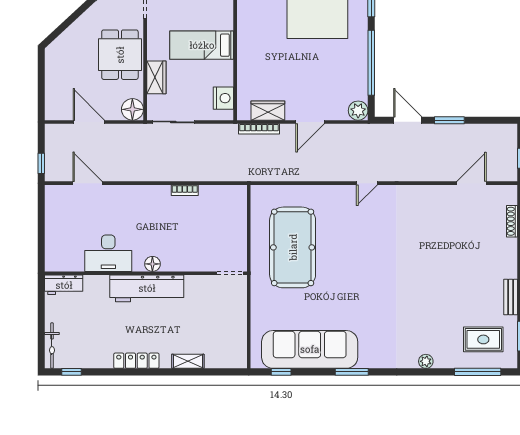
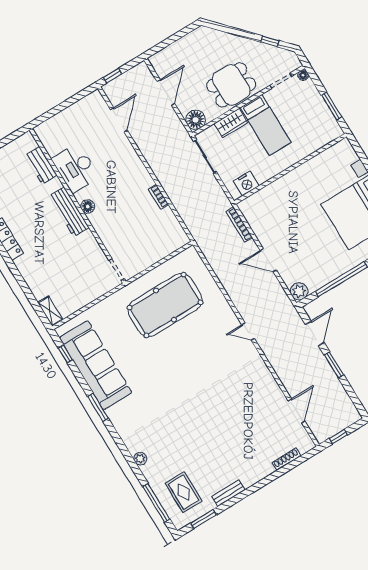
bed: (202, 45) -> (266, 125), moved, turned 180
wardrobe: (268, 111) -> (257, 223), removed
door: (472, 183) -> (297, 411), hinge flipped
workbench: (64, 285) -> (41, 165), moved
workbench: (147, 288) -> (69, 212), width x0.73, depth x0.76
shelving: (188, 361) -> (50, 311), moved

